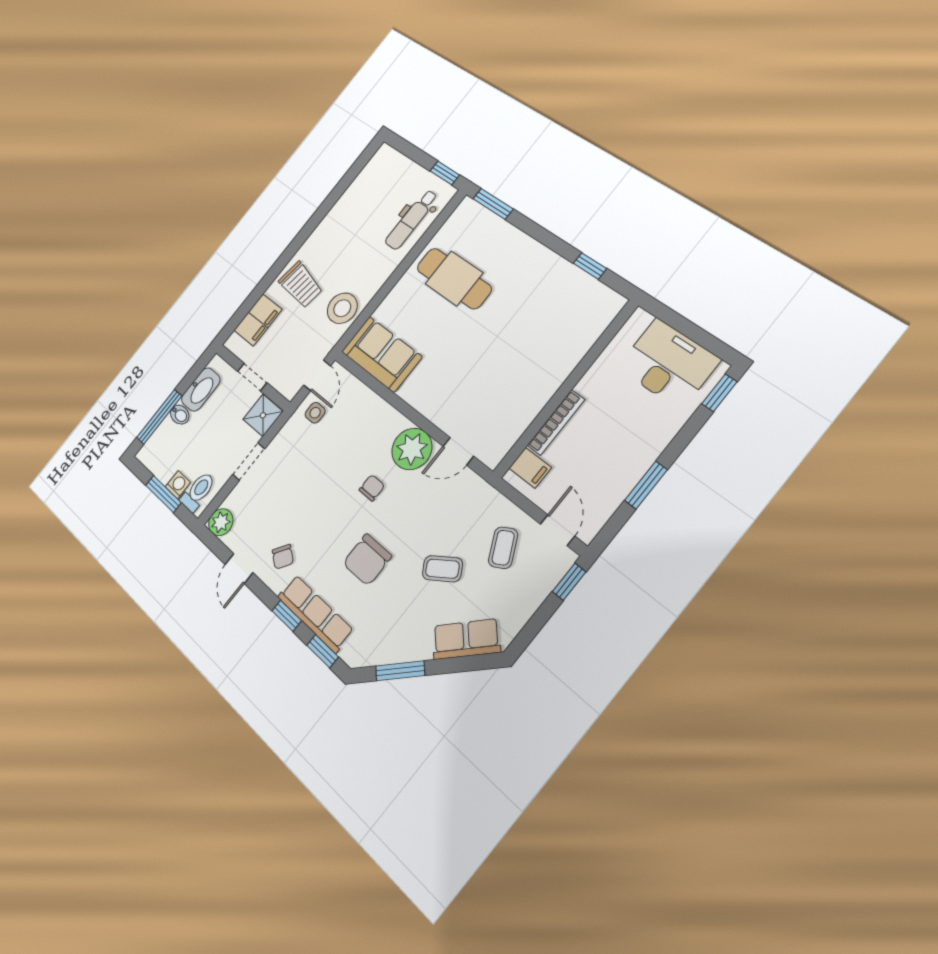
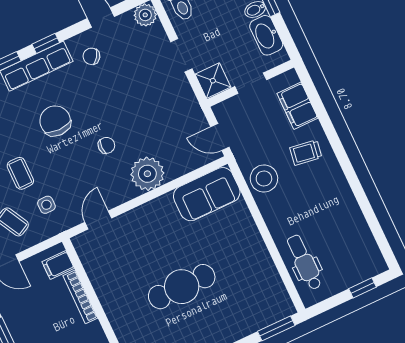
window: (445, 173) -> (362, 288), moved
cafe table: (454, 278) -> (182, 287), moved
trolley: (301, 285) -> (306, 153), width x0.73, depth x0.72
side table: (315, 413) -> (46, 205), moved
plant: (412, 449) -> (147, 174), moved
chair: (372, 488) -> (106, 145), turned -90
coffee table: (442, 569) -> (20, 173), turned -57

